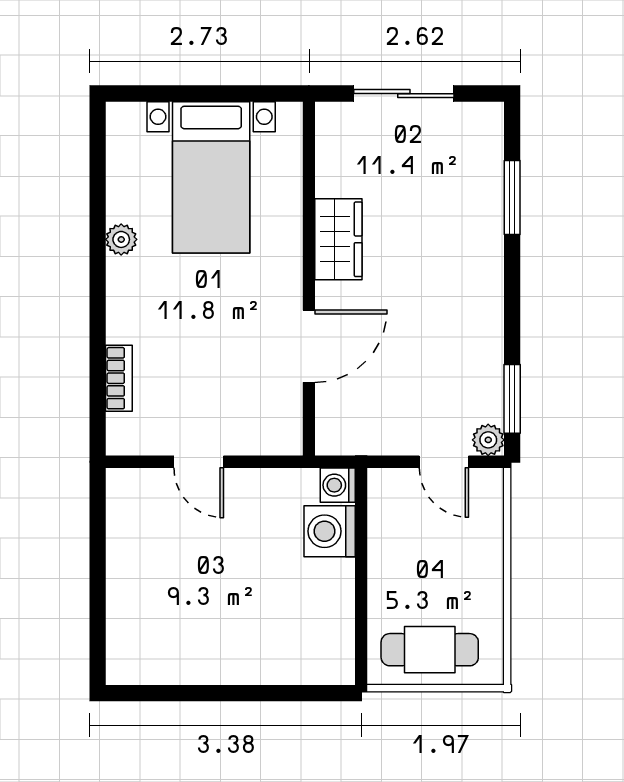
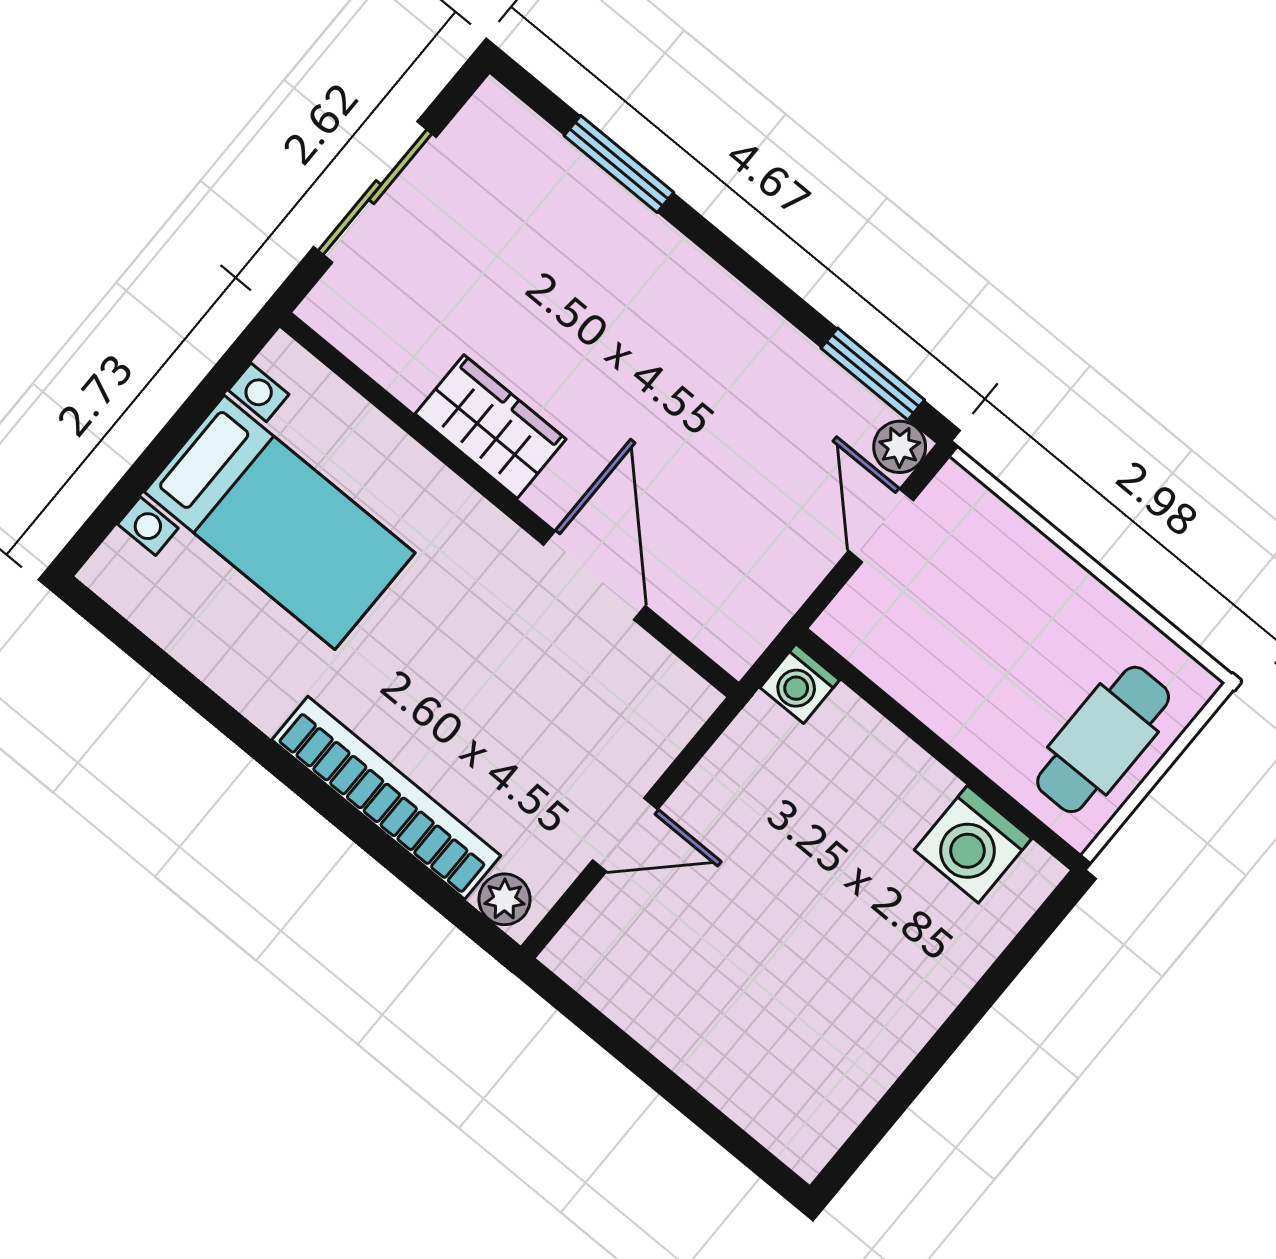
plant: (121, 239) -> (505, 899), moved
bookcase: (119, 378) -> (386, 798), width x2.31, depth x1.31
door: (444, 462) -> (881, 526), swing flipped
washing machine: (330, 531) -> (973, 844), moved

